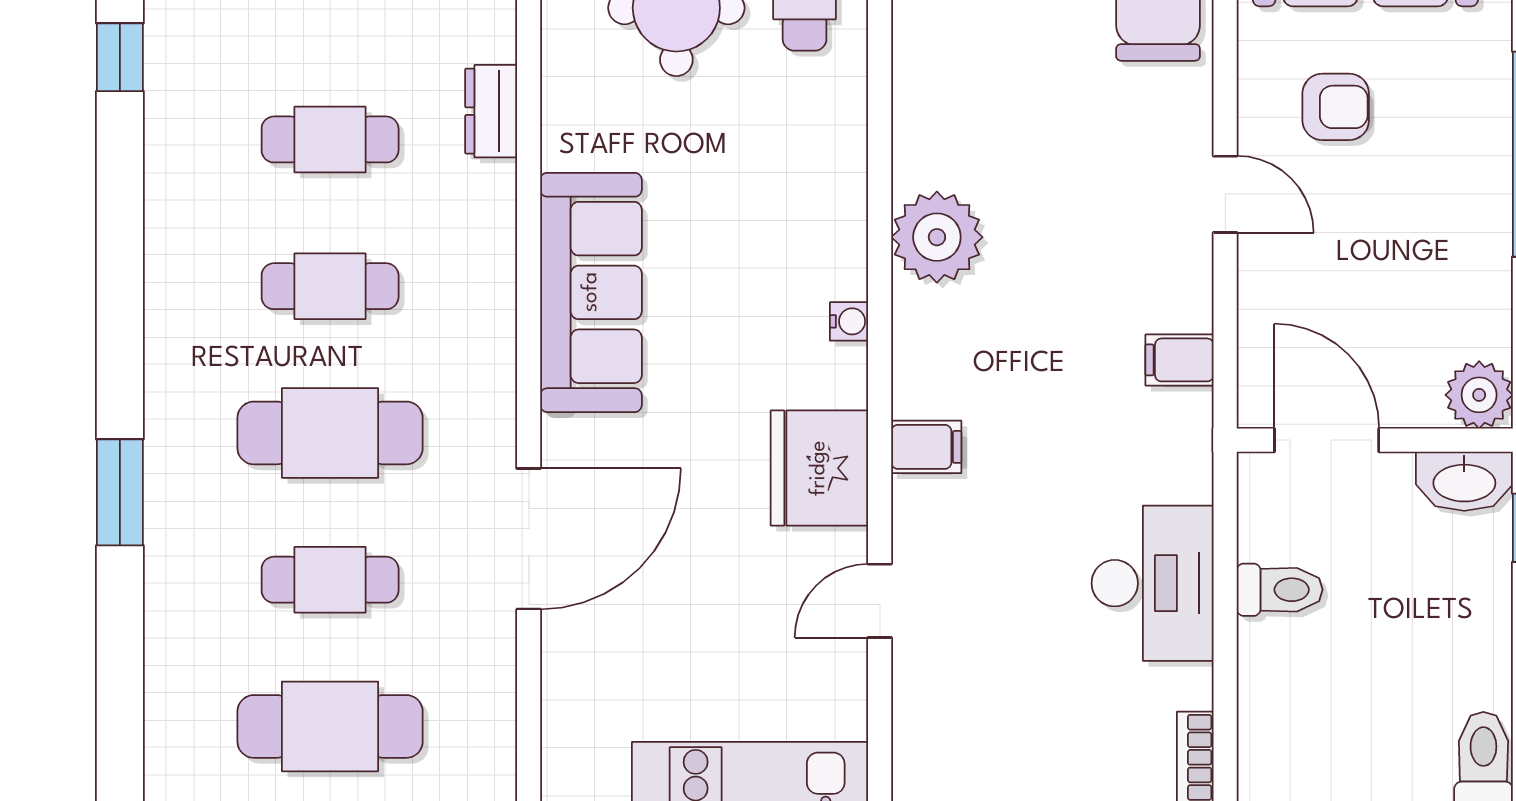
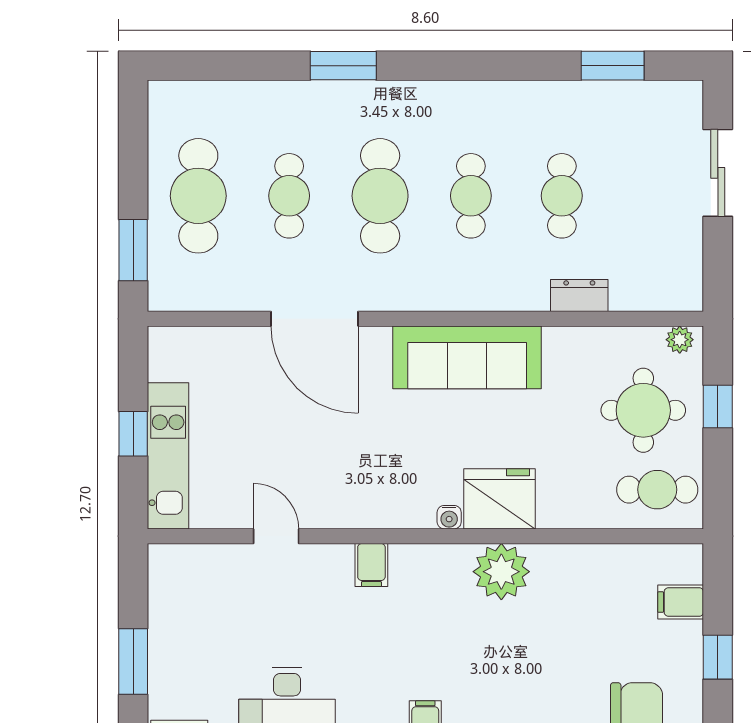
window: (120, 57) -> (613, 66), width x1.50
fridge: (819, 468) -> (500, 499), moved

